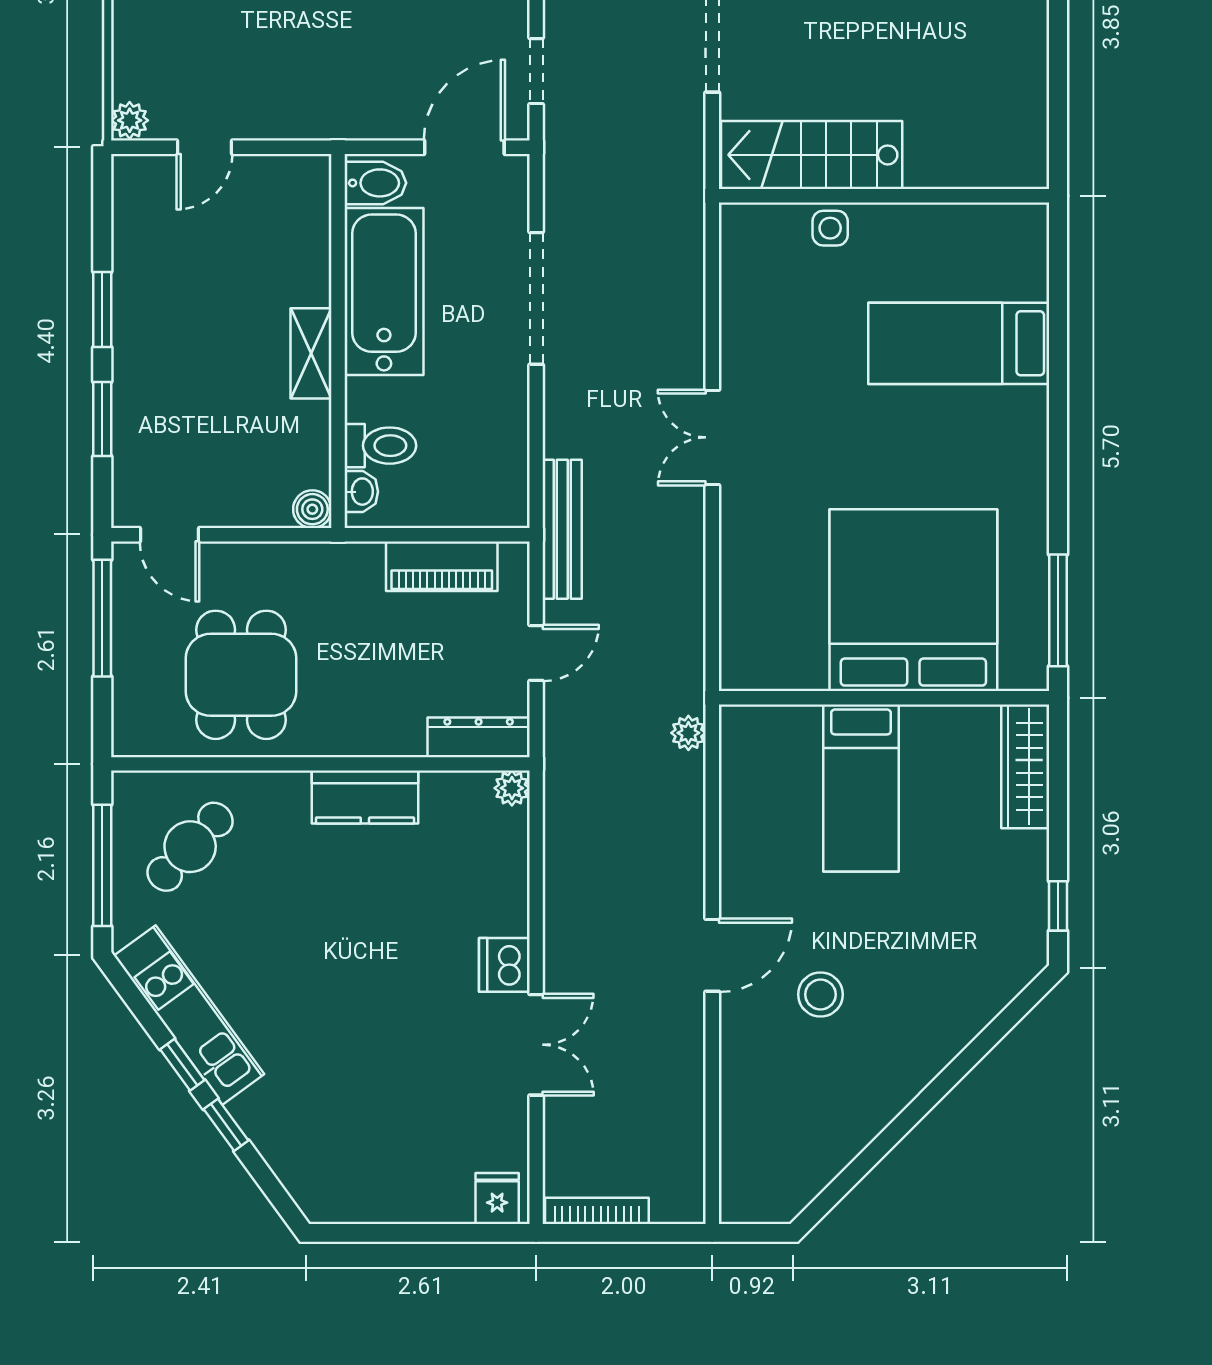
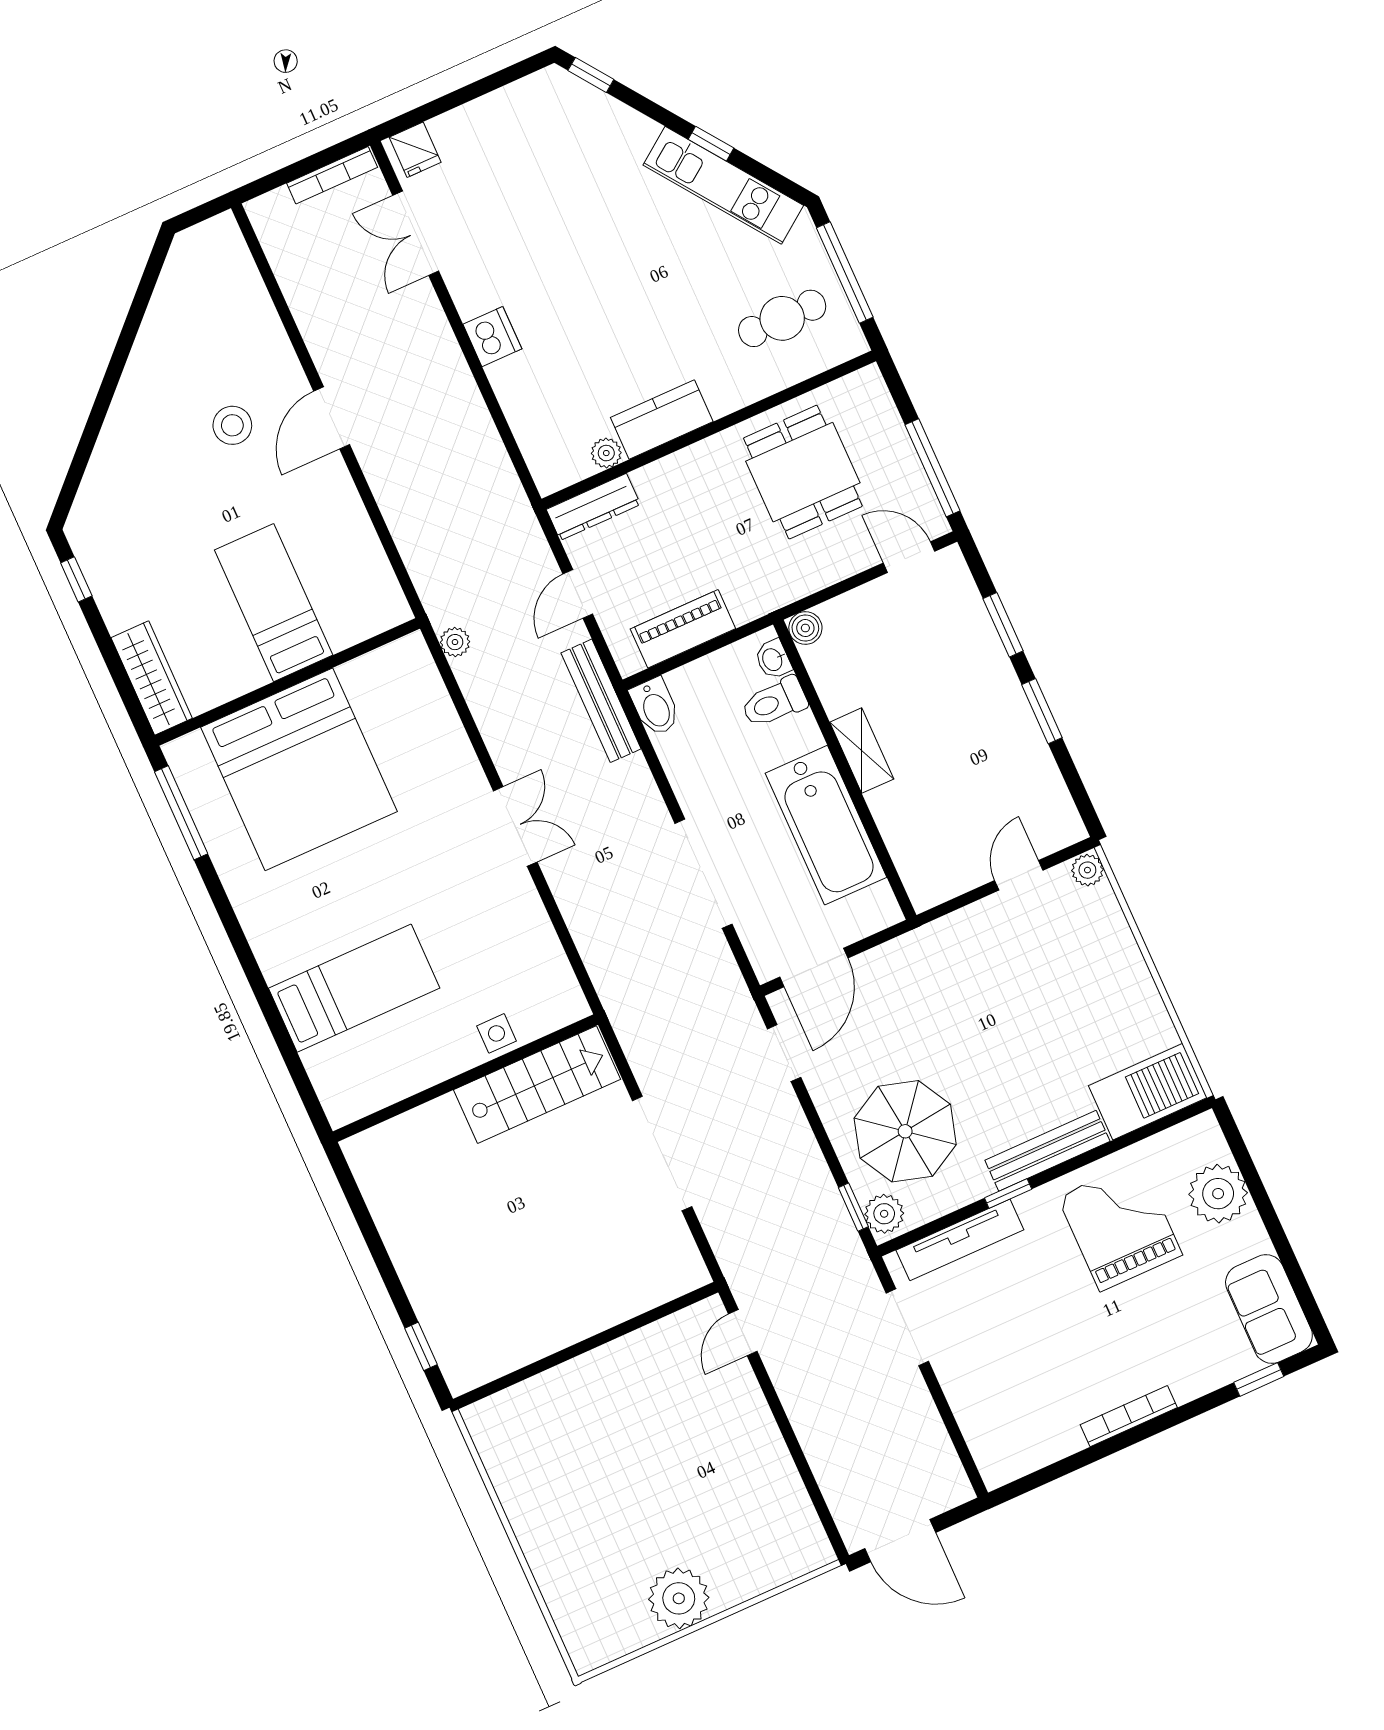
bidet: (375, 183) -> (655, 707), moved, turned -90
plant: (688, 733) -> (455, 642), moved
plant: (512, 788) -> (606, 453), moved
cafe table: (190, 847) -> (782, 318), turned 47
double door: (536, 1045) -> (416, 233), moved
window: (226, 1125) -> (591, 75), moved

